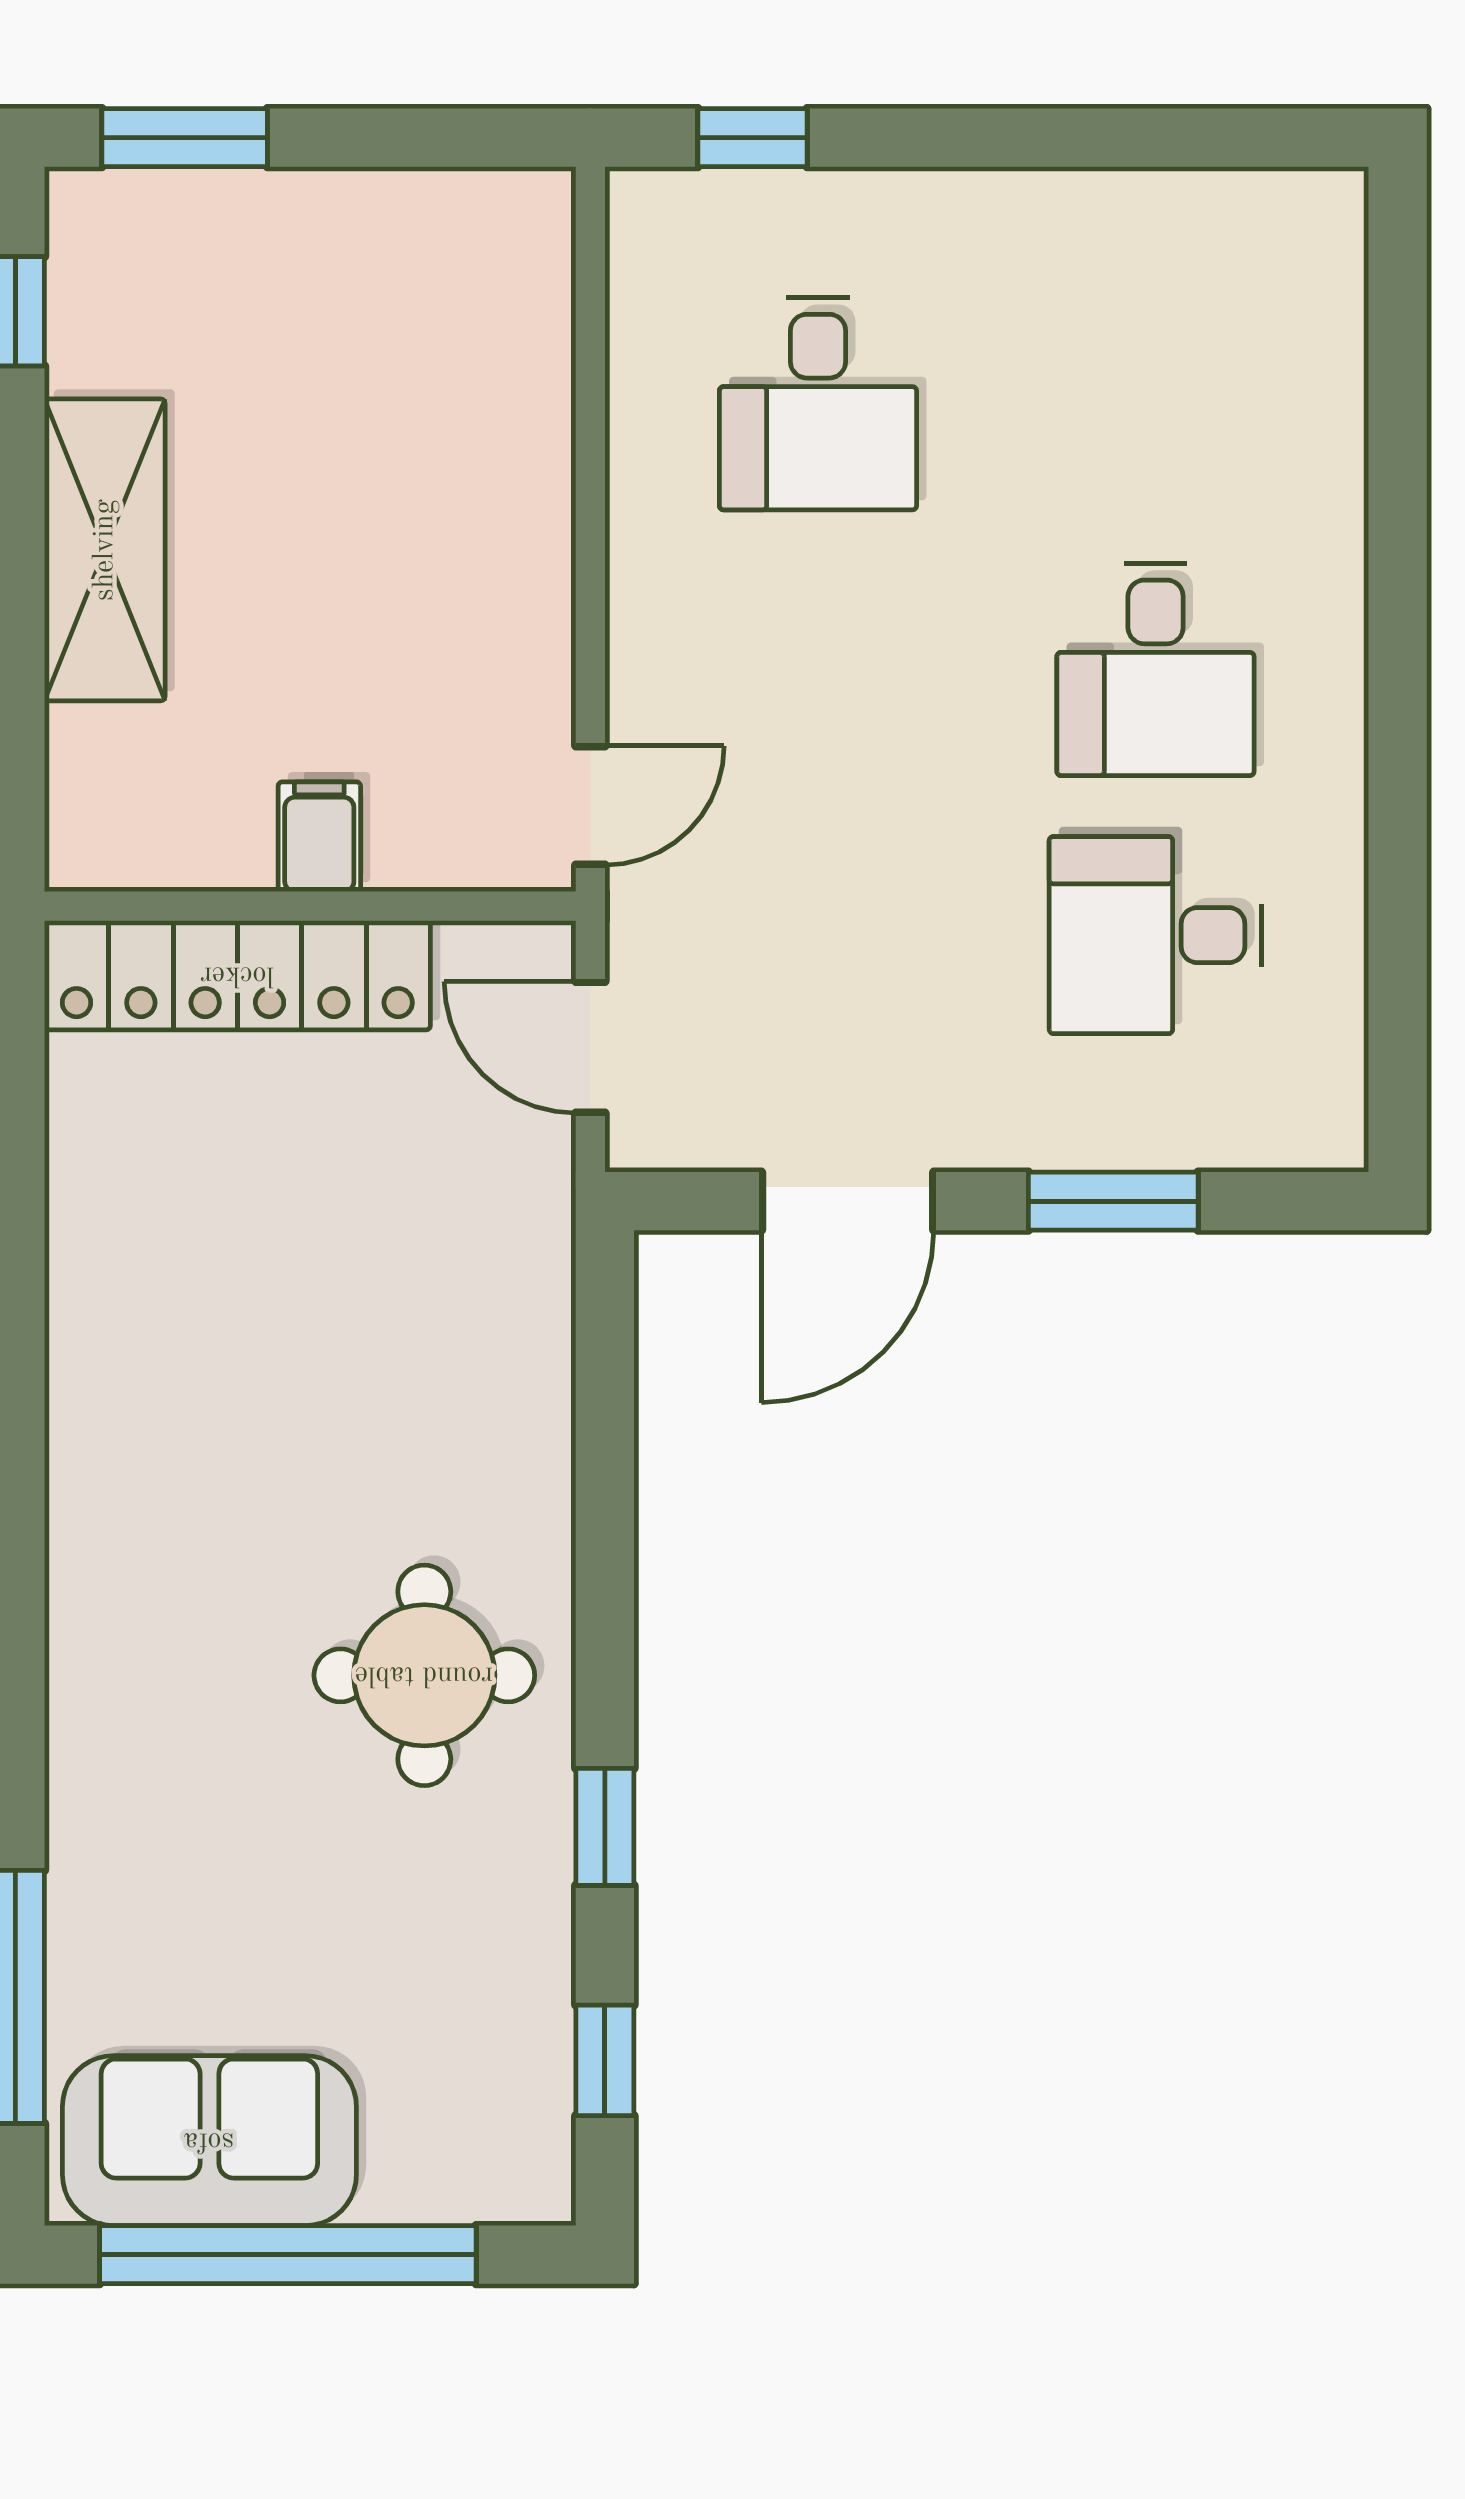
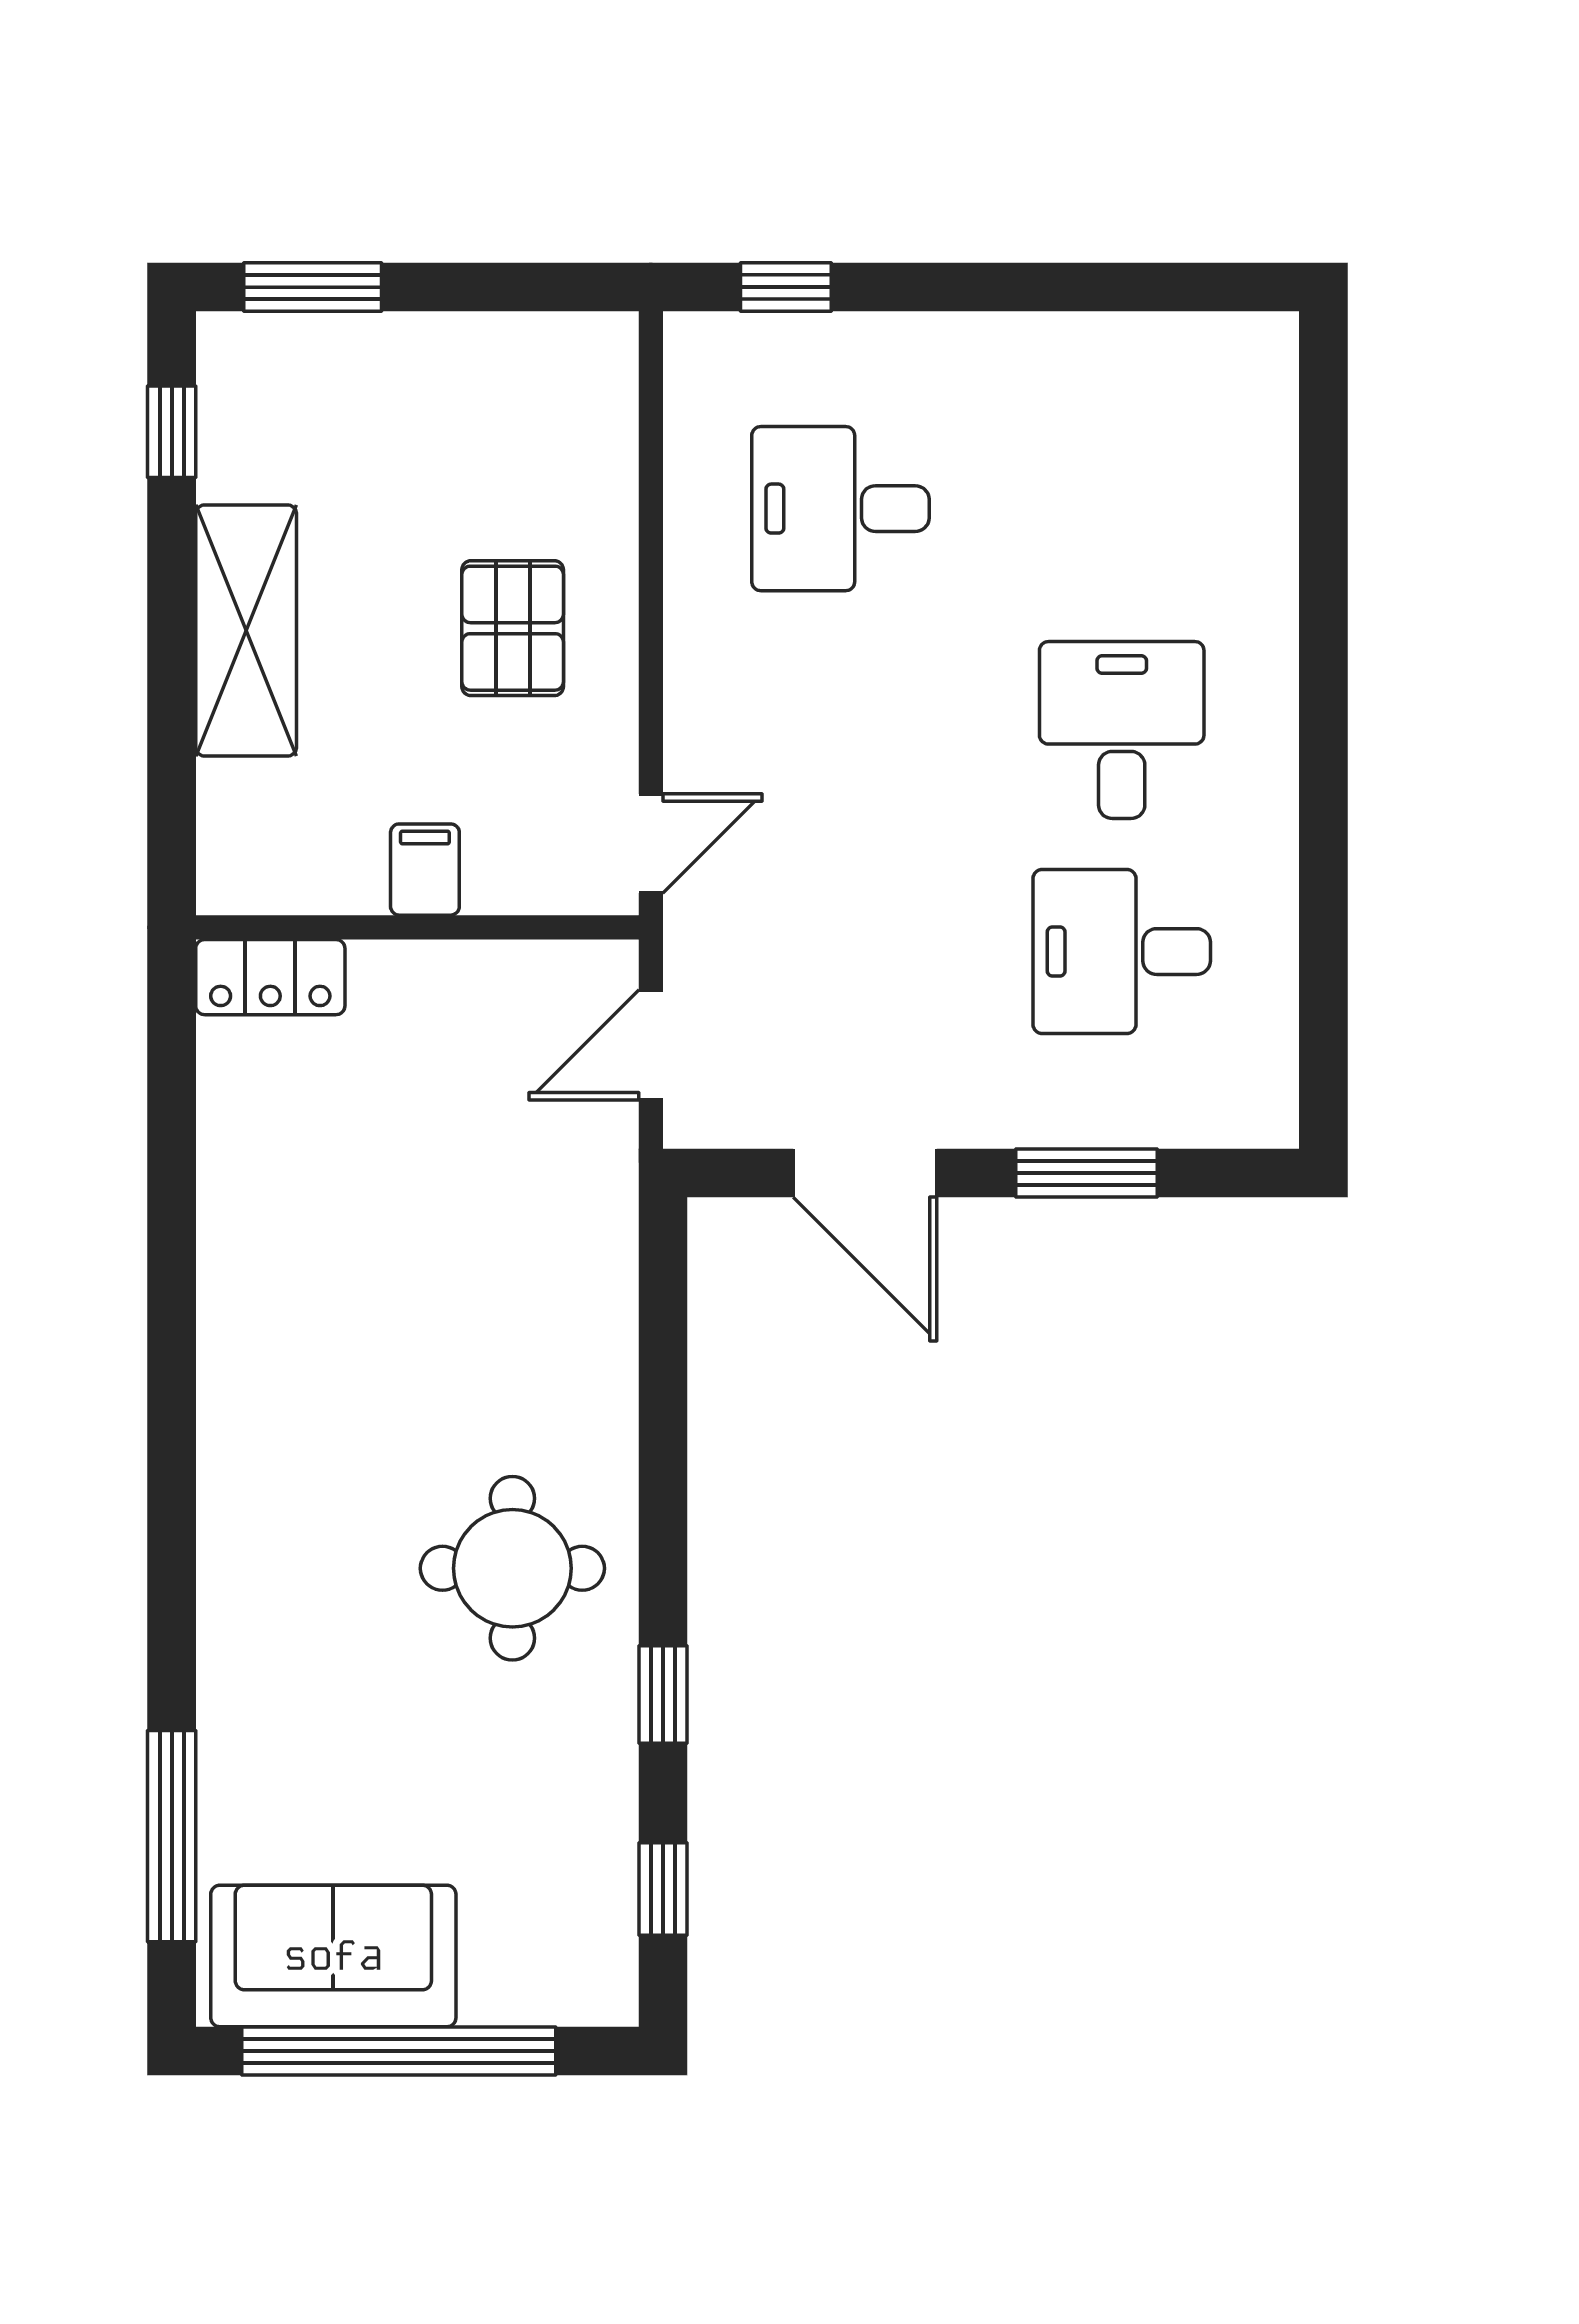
desk: (818, 404) -> (840, 509), turned 90
pallet: (425, 547) -> (513, 628), added
desk: (1156, 669) -> (1122, 730), turned 180
locker: (237, 975) -> (270, 977), width x0.46, depth x0.83
door: (590, 1047) -> (651, 1045), hinge flipped
door: (848, 1201) -> (865, 1173), hinge flipped

